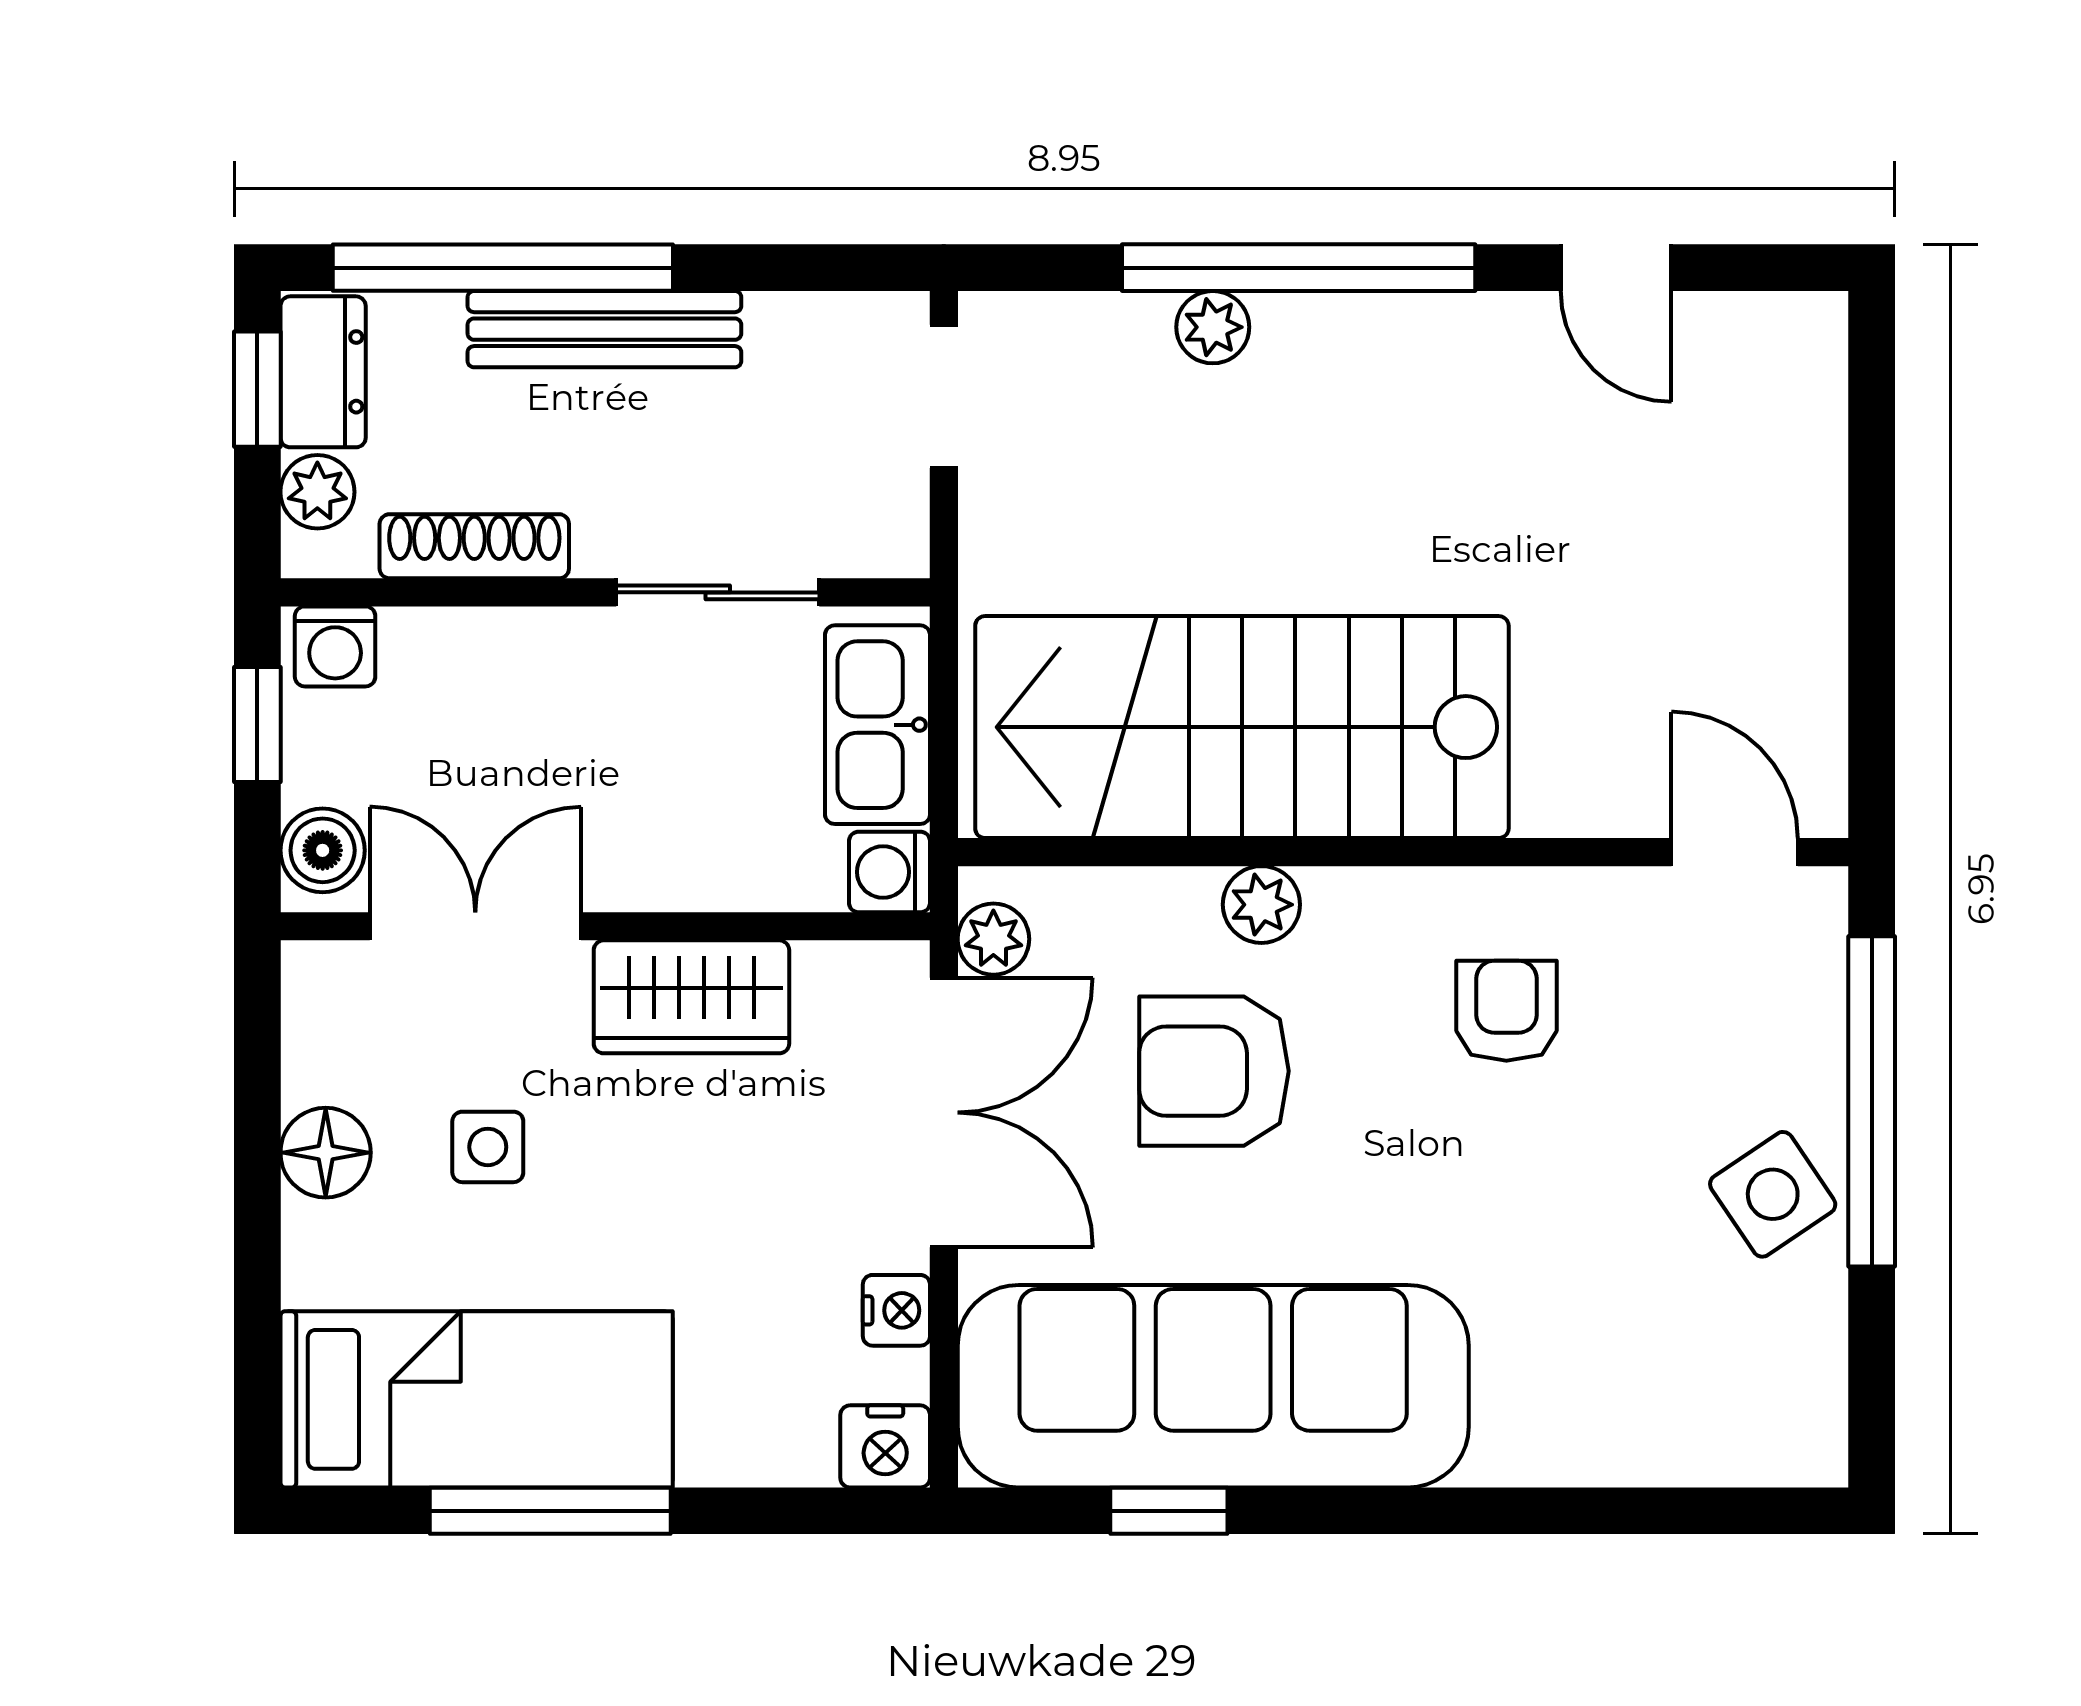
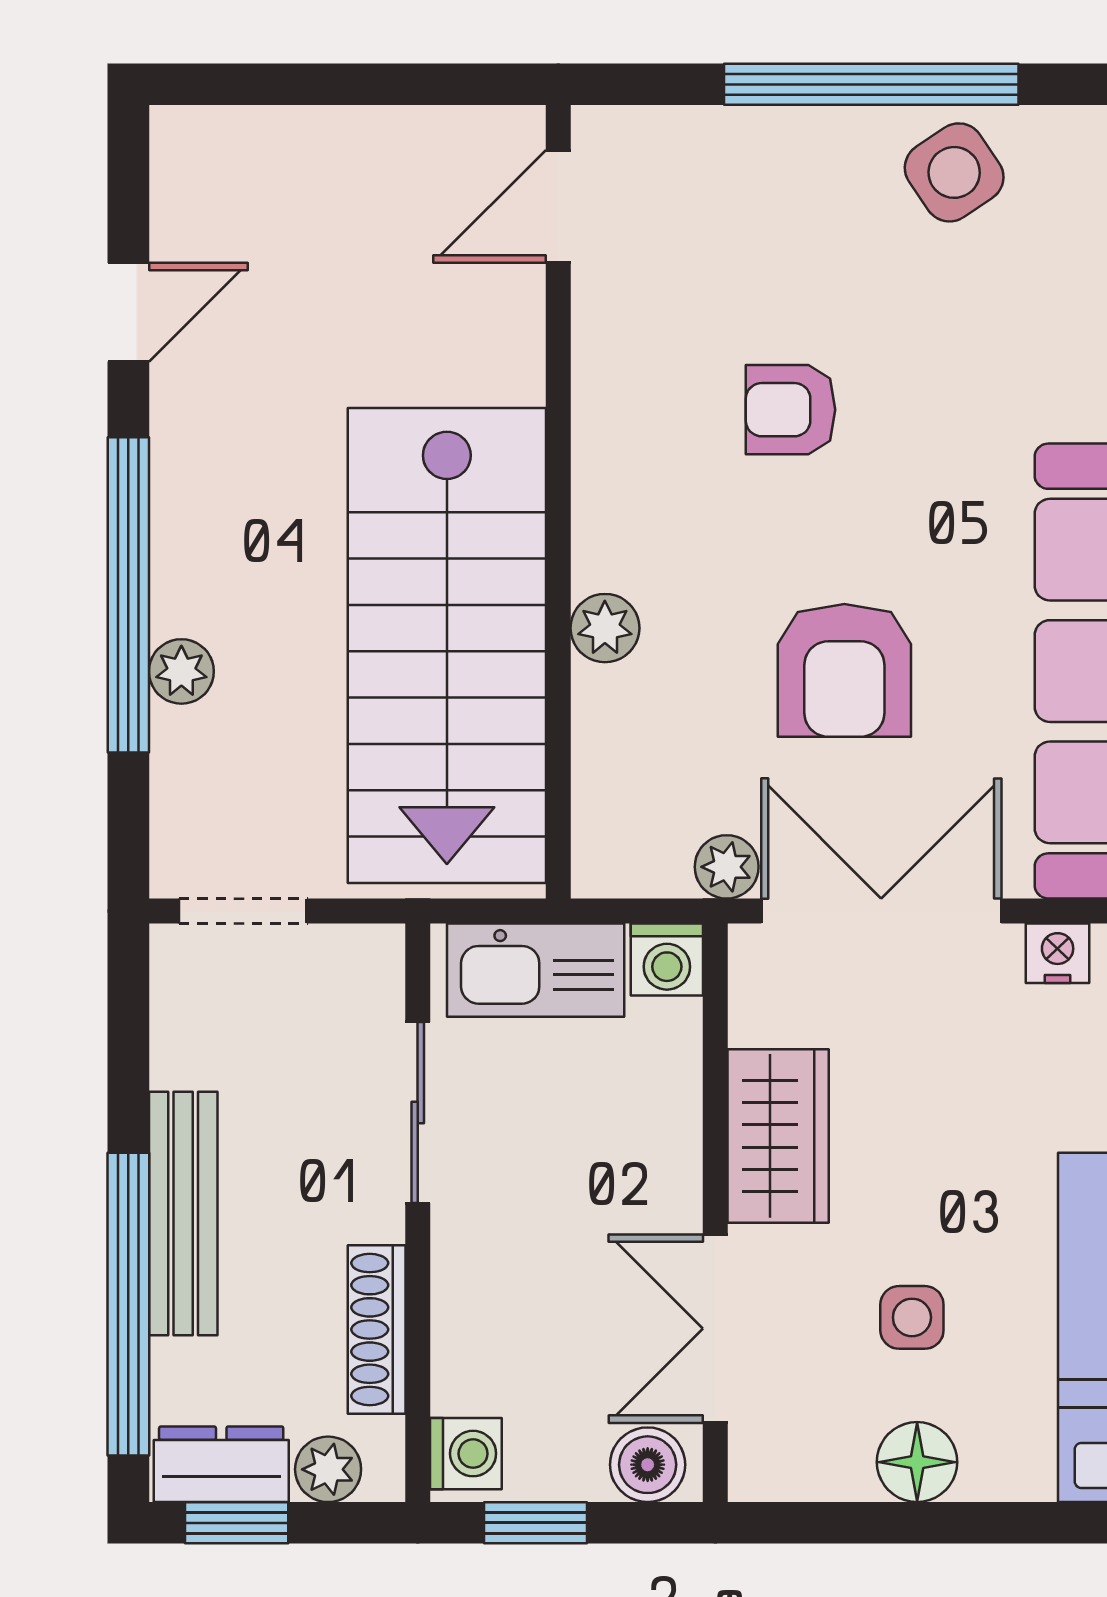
stairs: (1242, 727) -> (447, 645), moved
wall: (1403, 852) -> (558, 502), moved
door: (1735, 852) -> (558, 206), moved
plant: (1261, 905) -> (605, 628), moved

